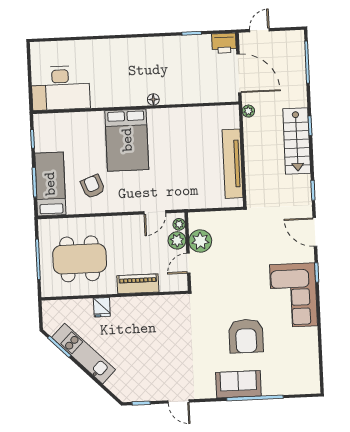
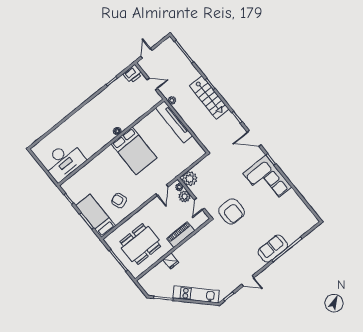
door: (239, 73) -> (152, 84), width x0.53
bed: (127, 140) -> (134, 151), moved
tv unit: (233, 164) -> (174, 122), moved
plant: (200, 241) -> (190, 179), moved
armchair: (246, 336) -> (232, 211), moved
kitchen unit: (84, 354) -> (196, 294), moved

